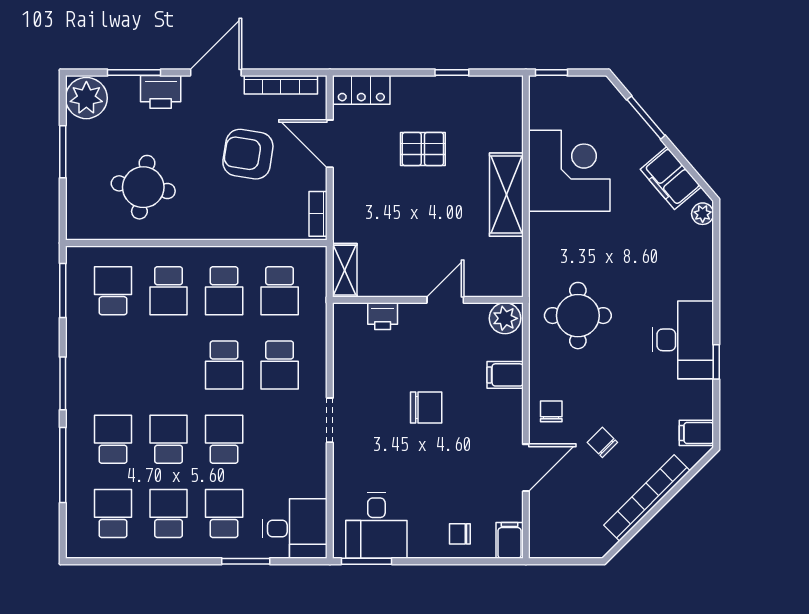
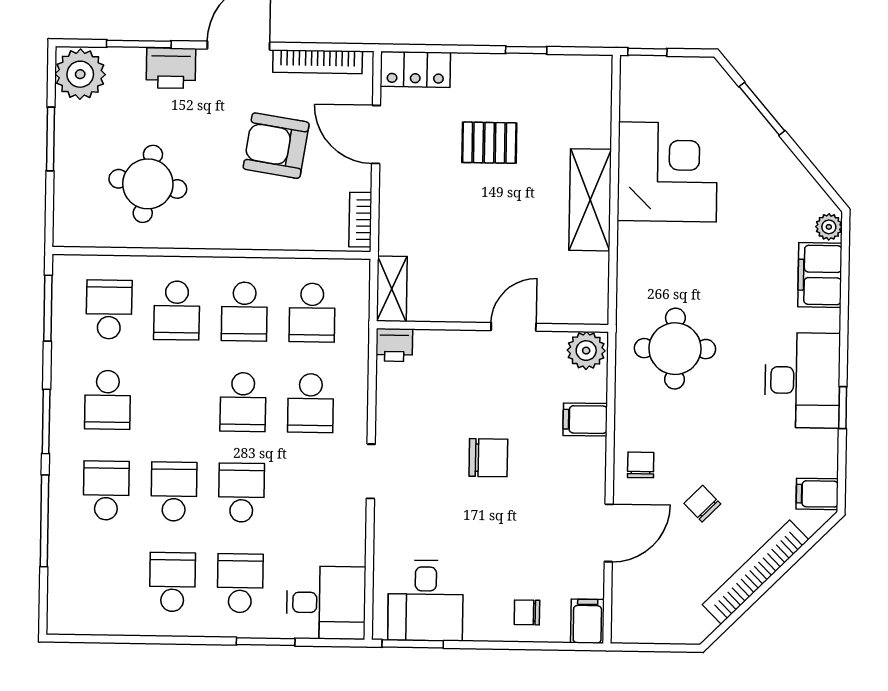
filing cabinet: (671, 178) -> (820, 275), moved, turned 40
printer: (383, 316) -> (394, 345), moved
school desk: (113, 514) -> (108, 400), moved, turned 180

